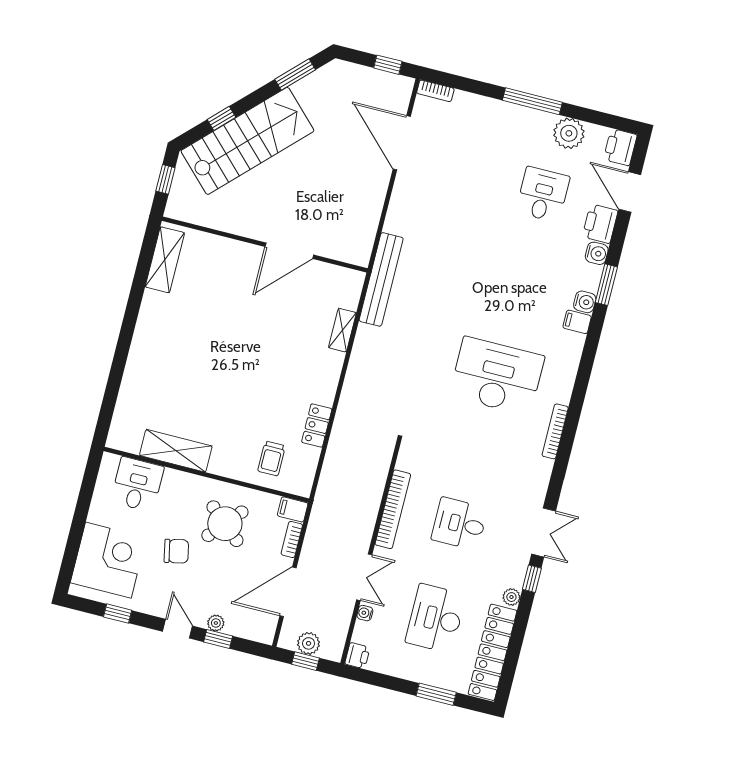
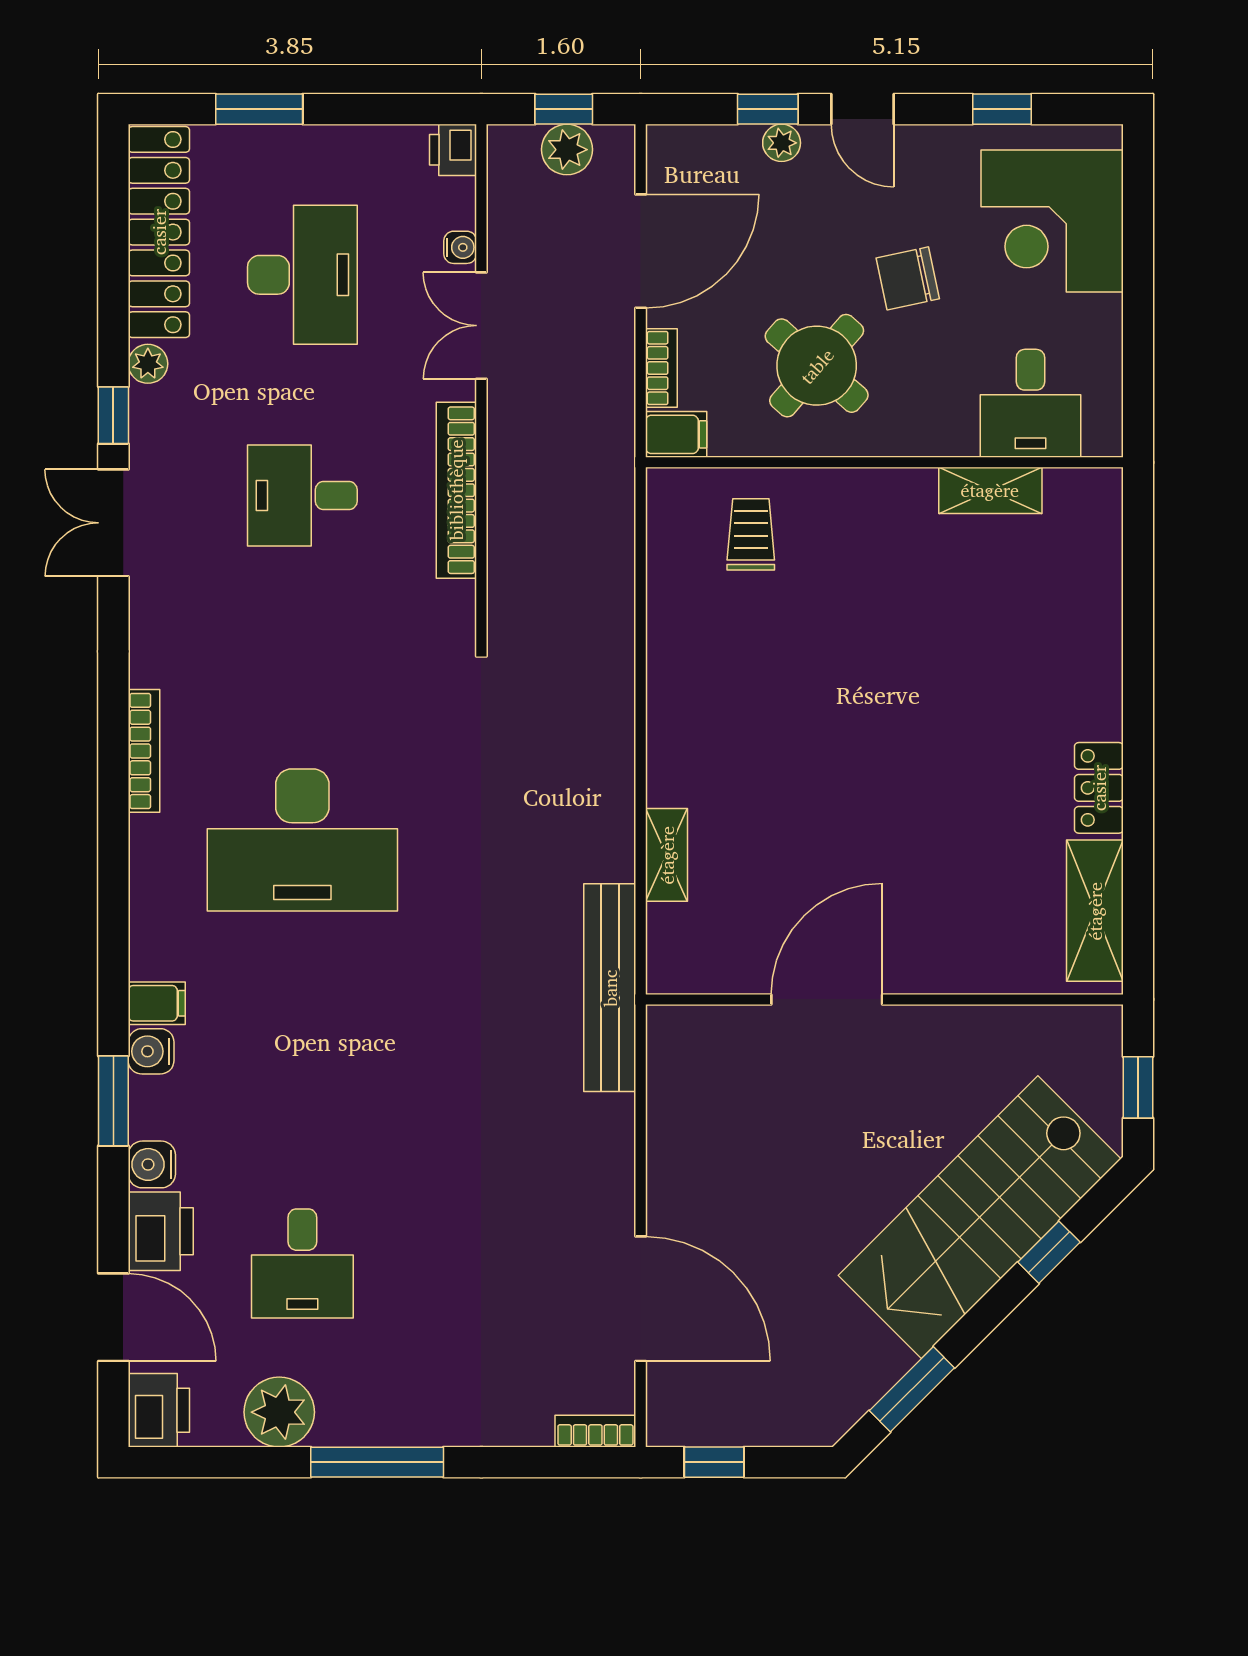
locker: (317, 426) -> (1099, 788), moved, turned 180
shelving: (176, 451) -> (990, 490), width x0.67, depth x0.75
desk: (460, 524) -> (302, 495), turned 180

